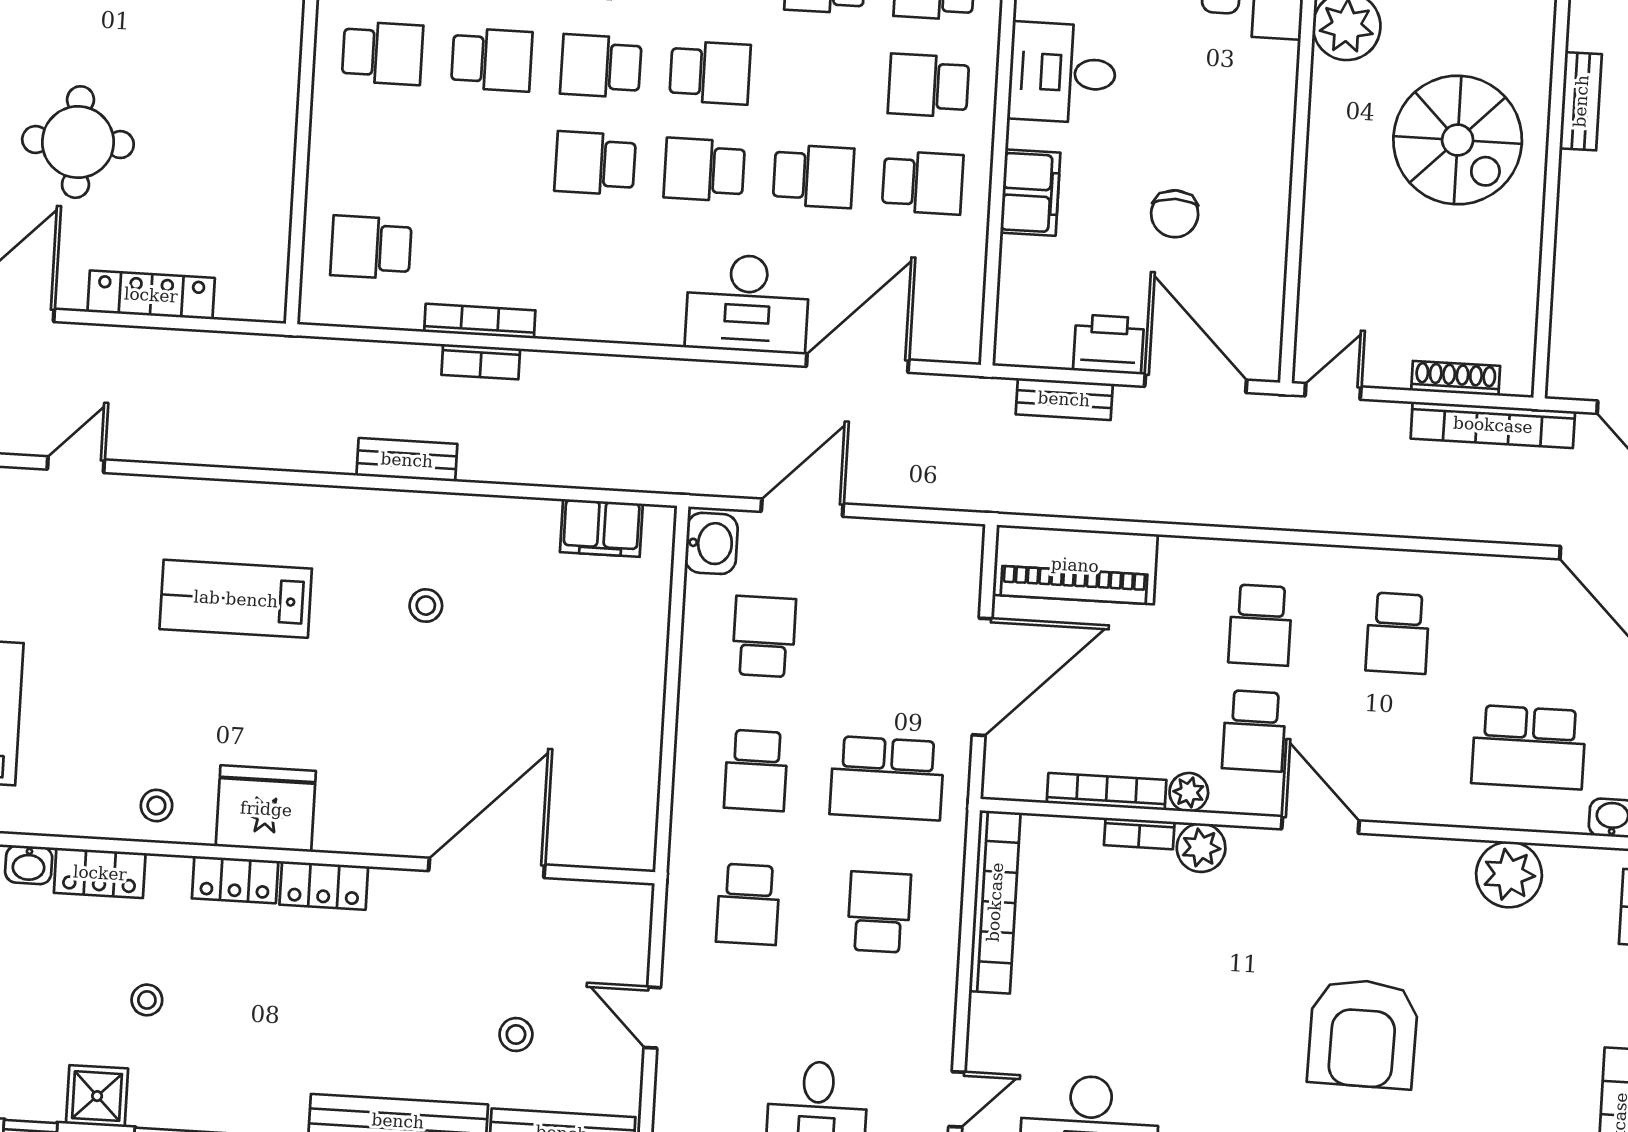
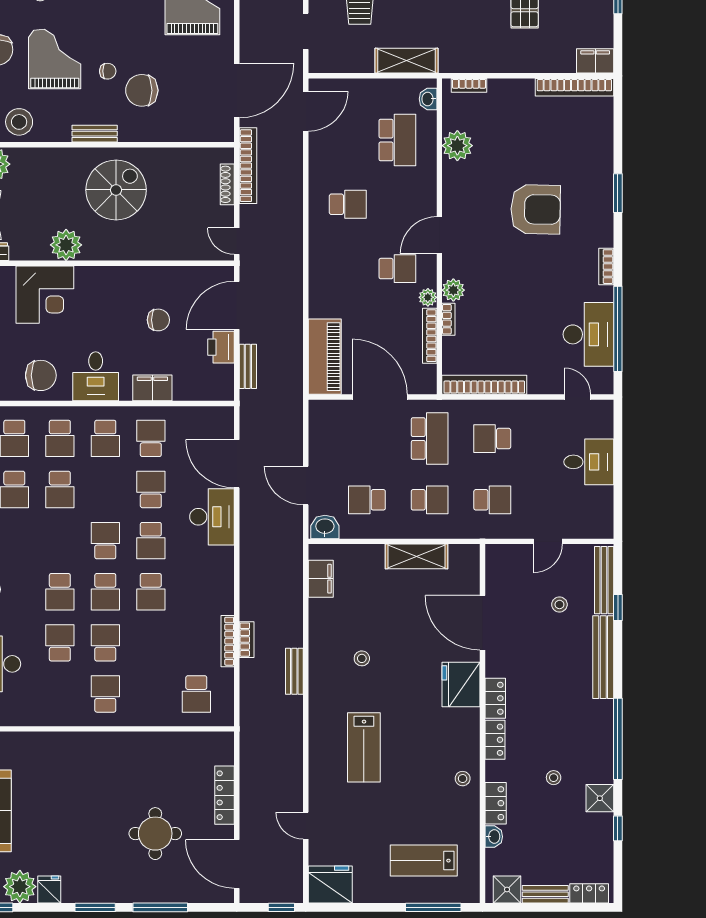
school desk: (1260, 625) -> (348, 269), removed
shelving: (637, 735) -> (417, 556), added
fridge: (266, 809) -> (461, 685), moved

